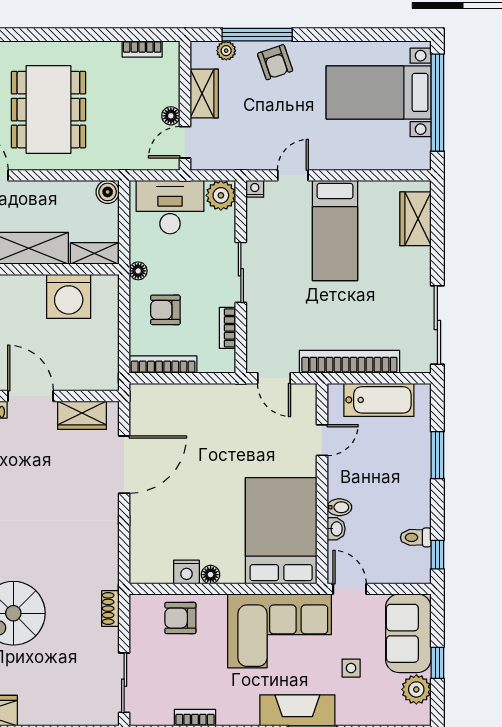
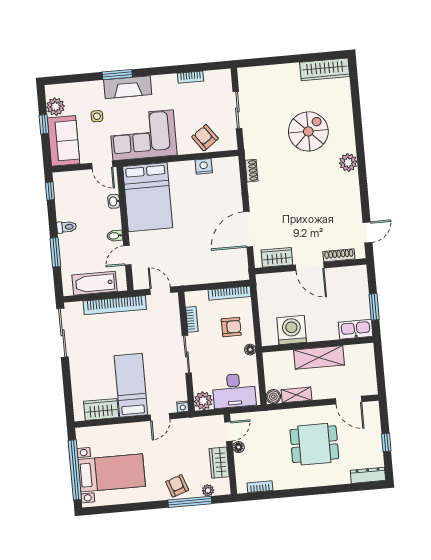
dining table: (48, 110) -> (314, 444), width x0.73
wardrobe: (415, 219) -> (101, 409), moved, turned -90
shelving: (94, 253) -> (297, 395), moved
bidet: (339, 507) -> (115, 236), moved
toilet: (416, 537) -> (67, 227), moved
floor lamp: (211, 575) -> (189, 166), removed
shoe rack: (110, 609) -> (251, 171), moved
armchair: (180, 618) -> (205, 138), turned -126
sliding door: (124, 683) -> (237, 110), moved

